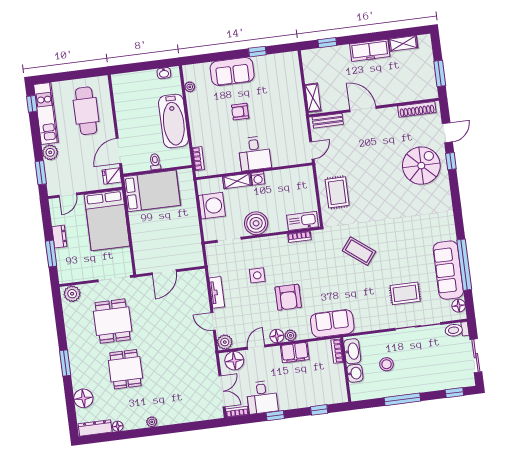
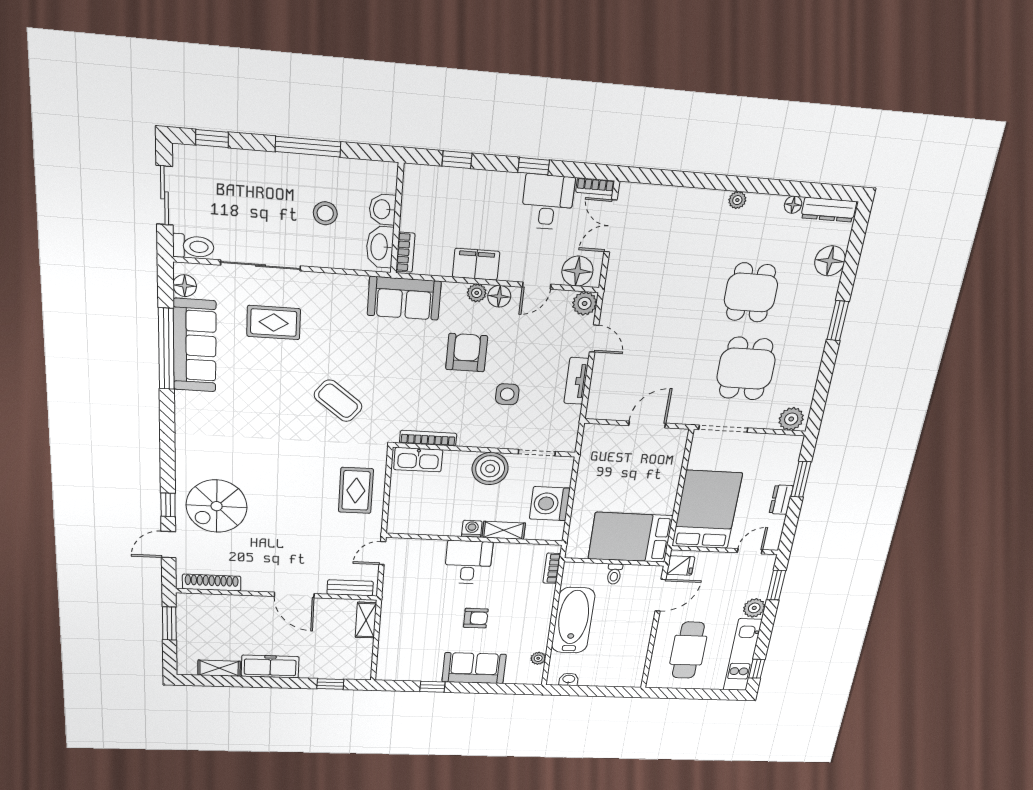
bookcase: (299, 237) -> (428, 438), width x1.56

